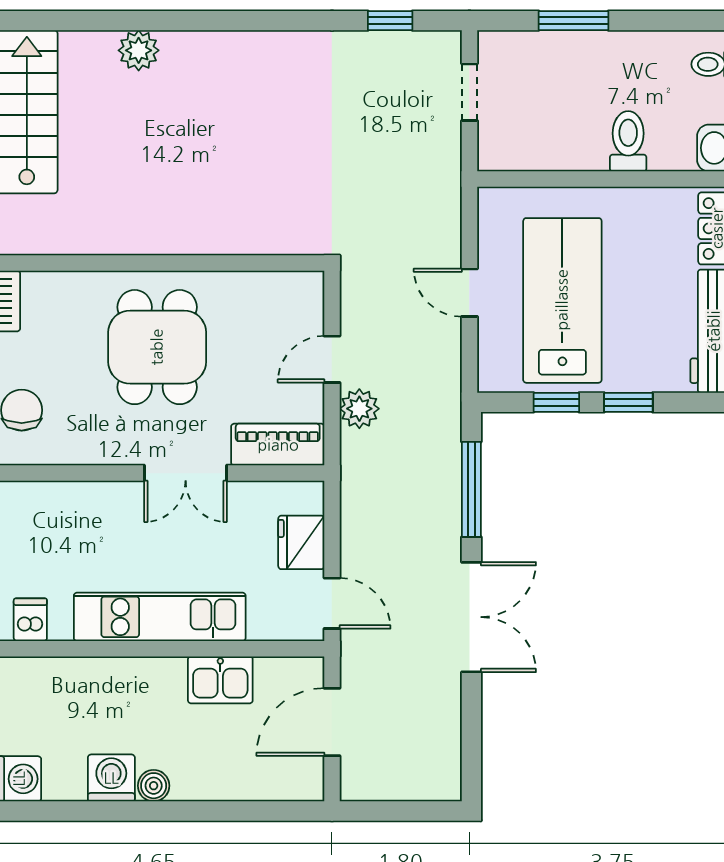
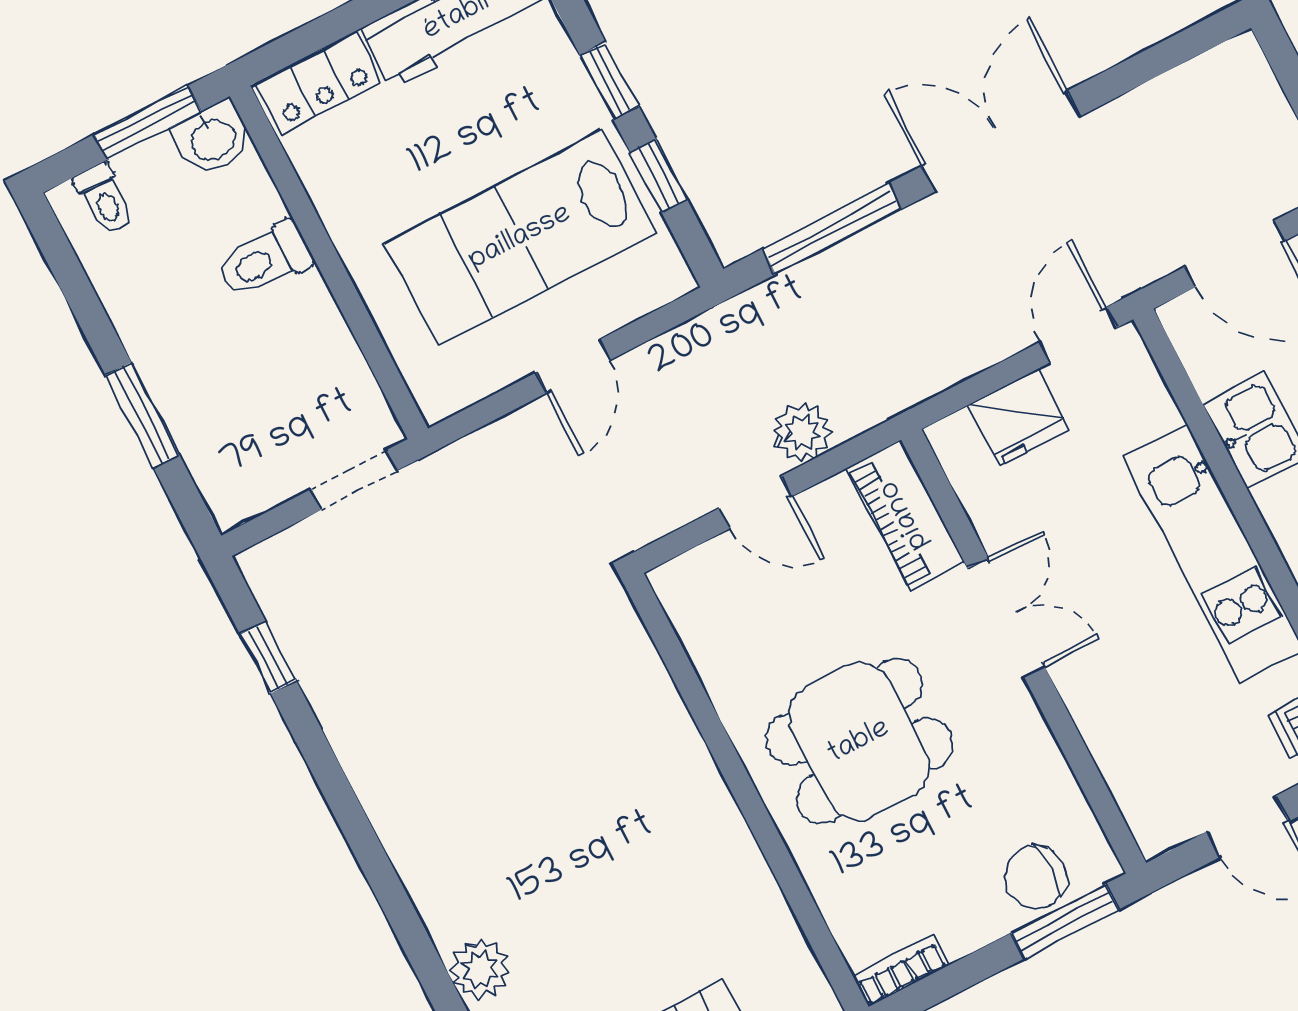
doorway: (469, 92) -> (354, 480), moved

